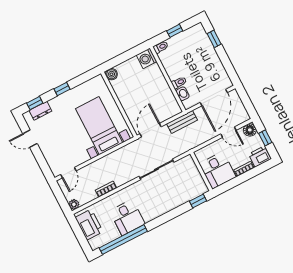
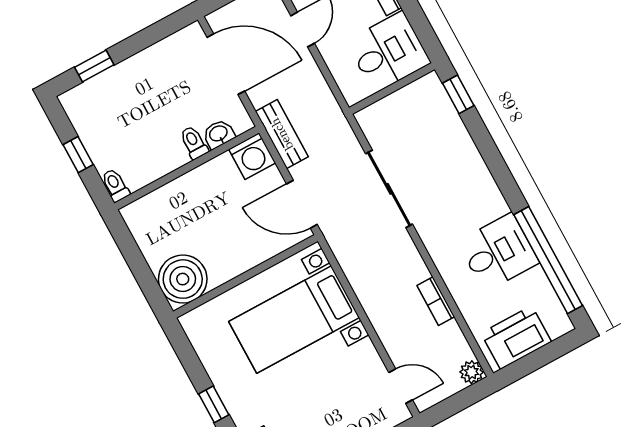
washing machine: (147, 58) -> (252, 156), moved
boiler: (111, 74) -> (183, 279), width x1.86, depth x1.86

